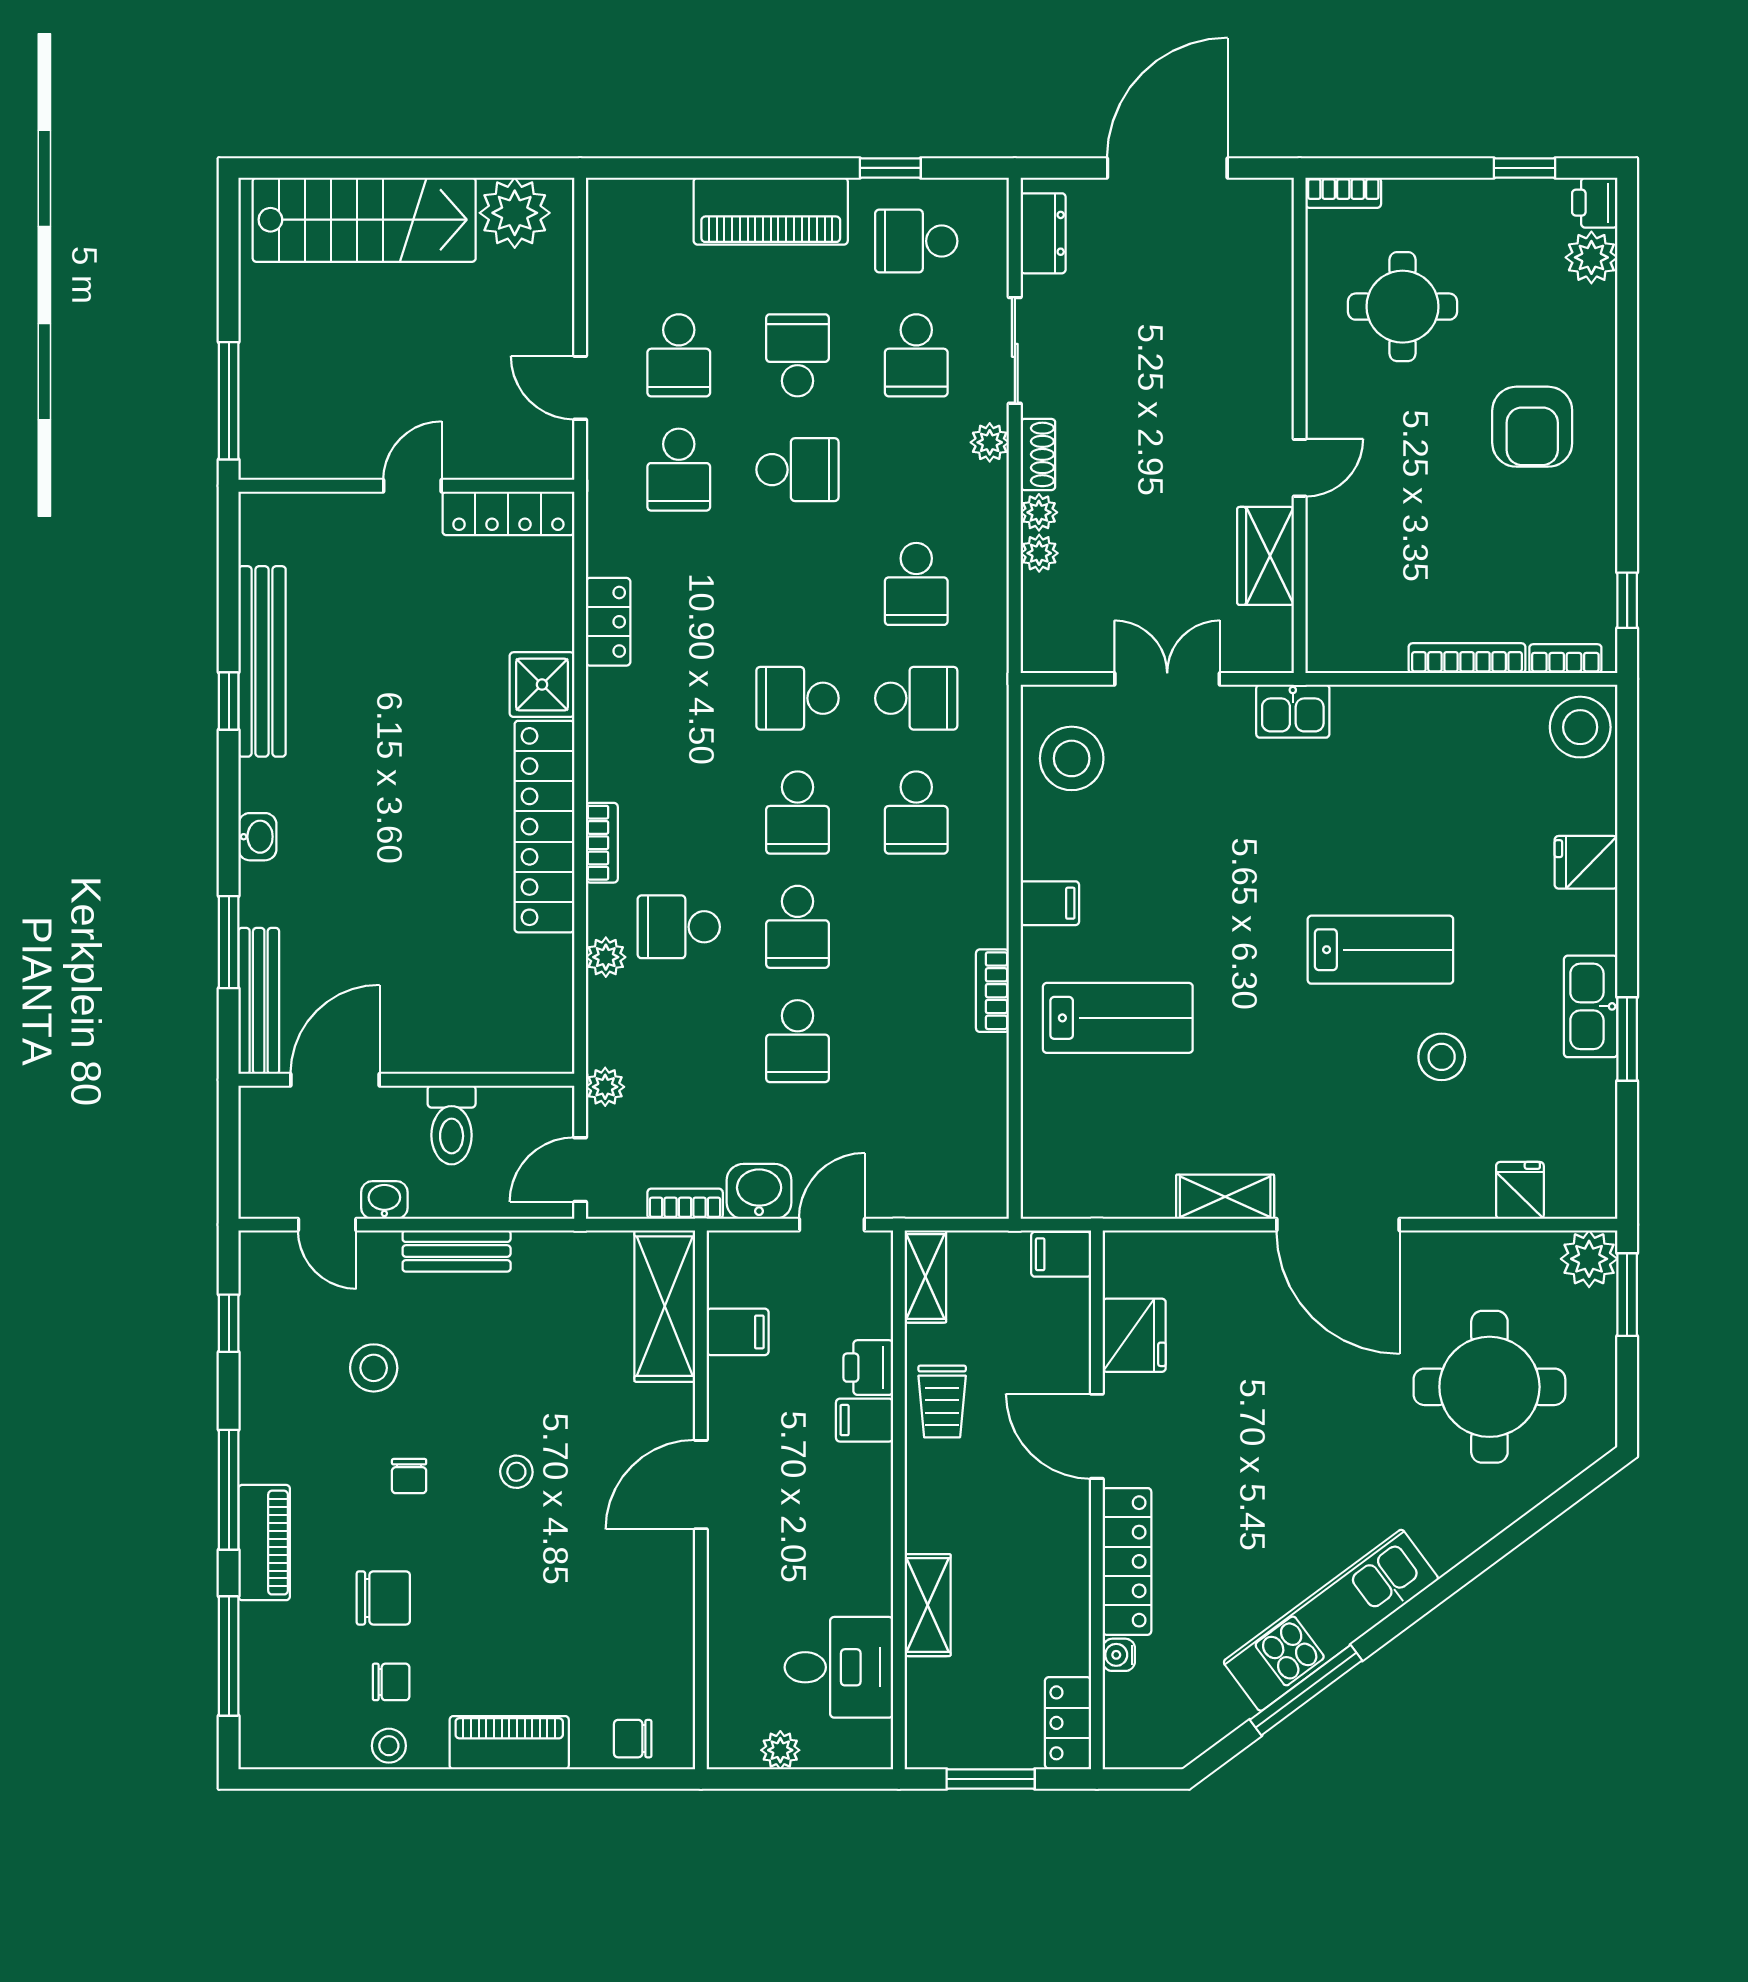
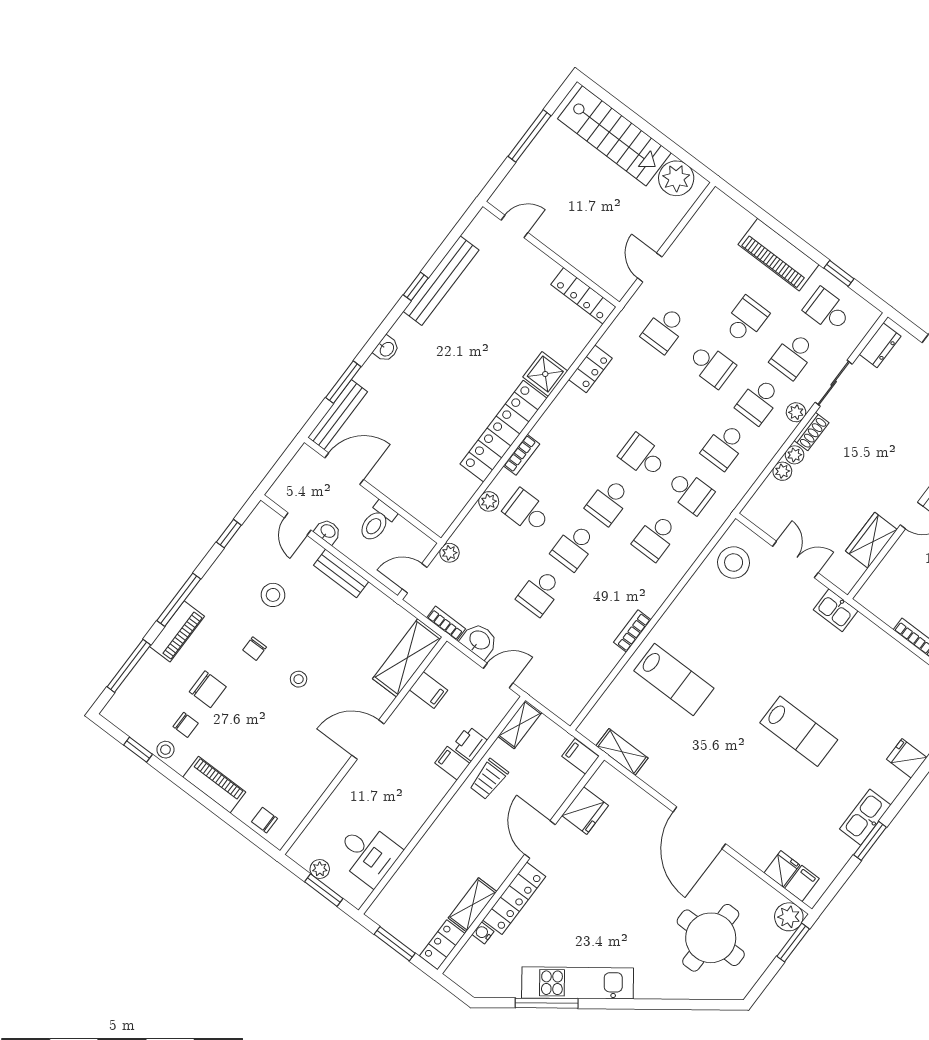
school desk: (679, 355) -> (759, 401), moved
window: (229, 401) -> (530, 136), moved
door: (412, 486) -> (514, 226), moved
filing cabinet: (1050, 903) -> (802, 883), moved, turned -90
stool: (1442, 1057) -> (791, 792), removed
shelving: (1225, 1197) -> (622, 752), moved
shelving: (928, 1605) -> (473, 905), moved
window: (345, 1779) -> (138, 750), added
window: (812, 1779) -> (324, 890), added

